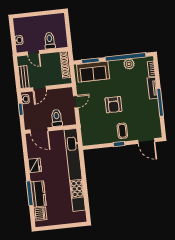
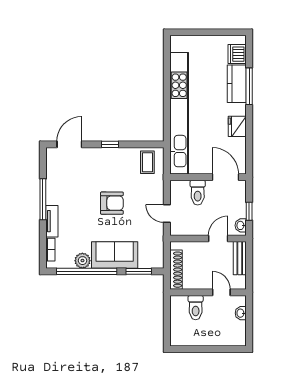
sofa: (93, 72) -> (115, 255), moved
door: (76, 102) -> (167, 214), hinge flipped
armchair: (113, 105) -> (112, 203), turned 90
coffee table: (122, 131) -> (147, 162), moved
door: (146, 141) -> (69, 144), hinge flipped

